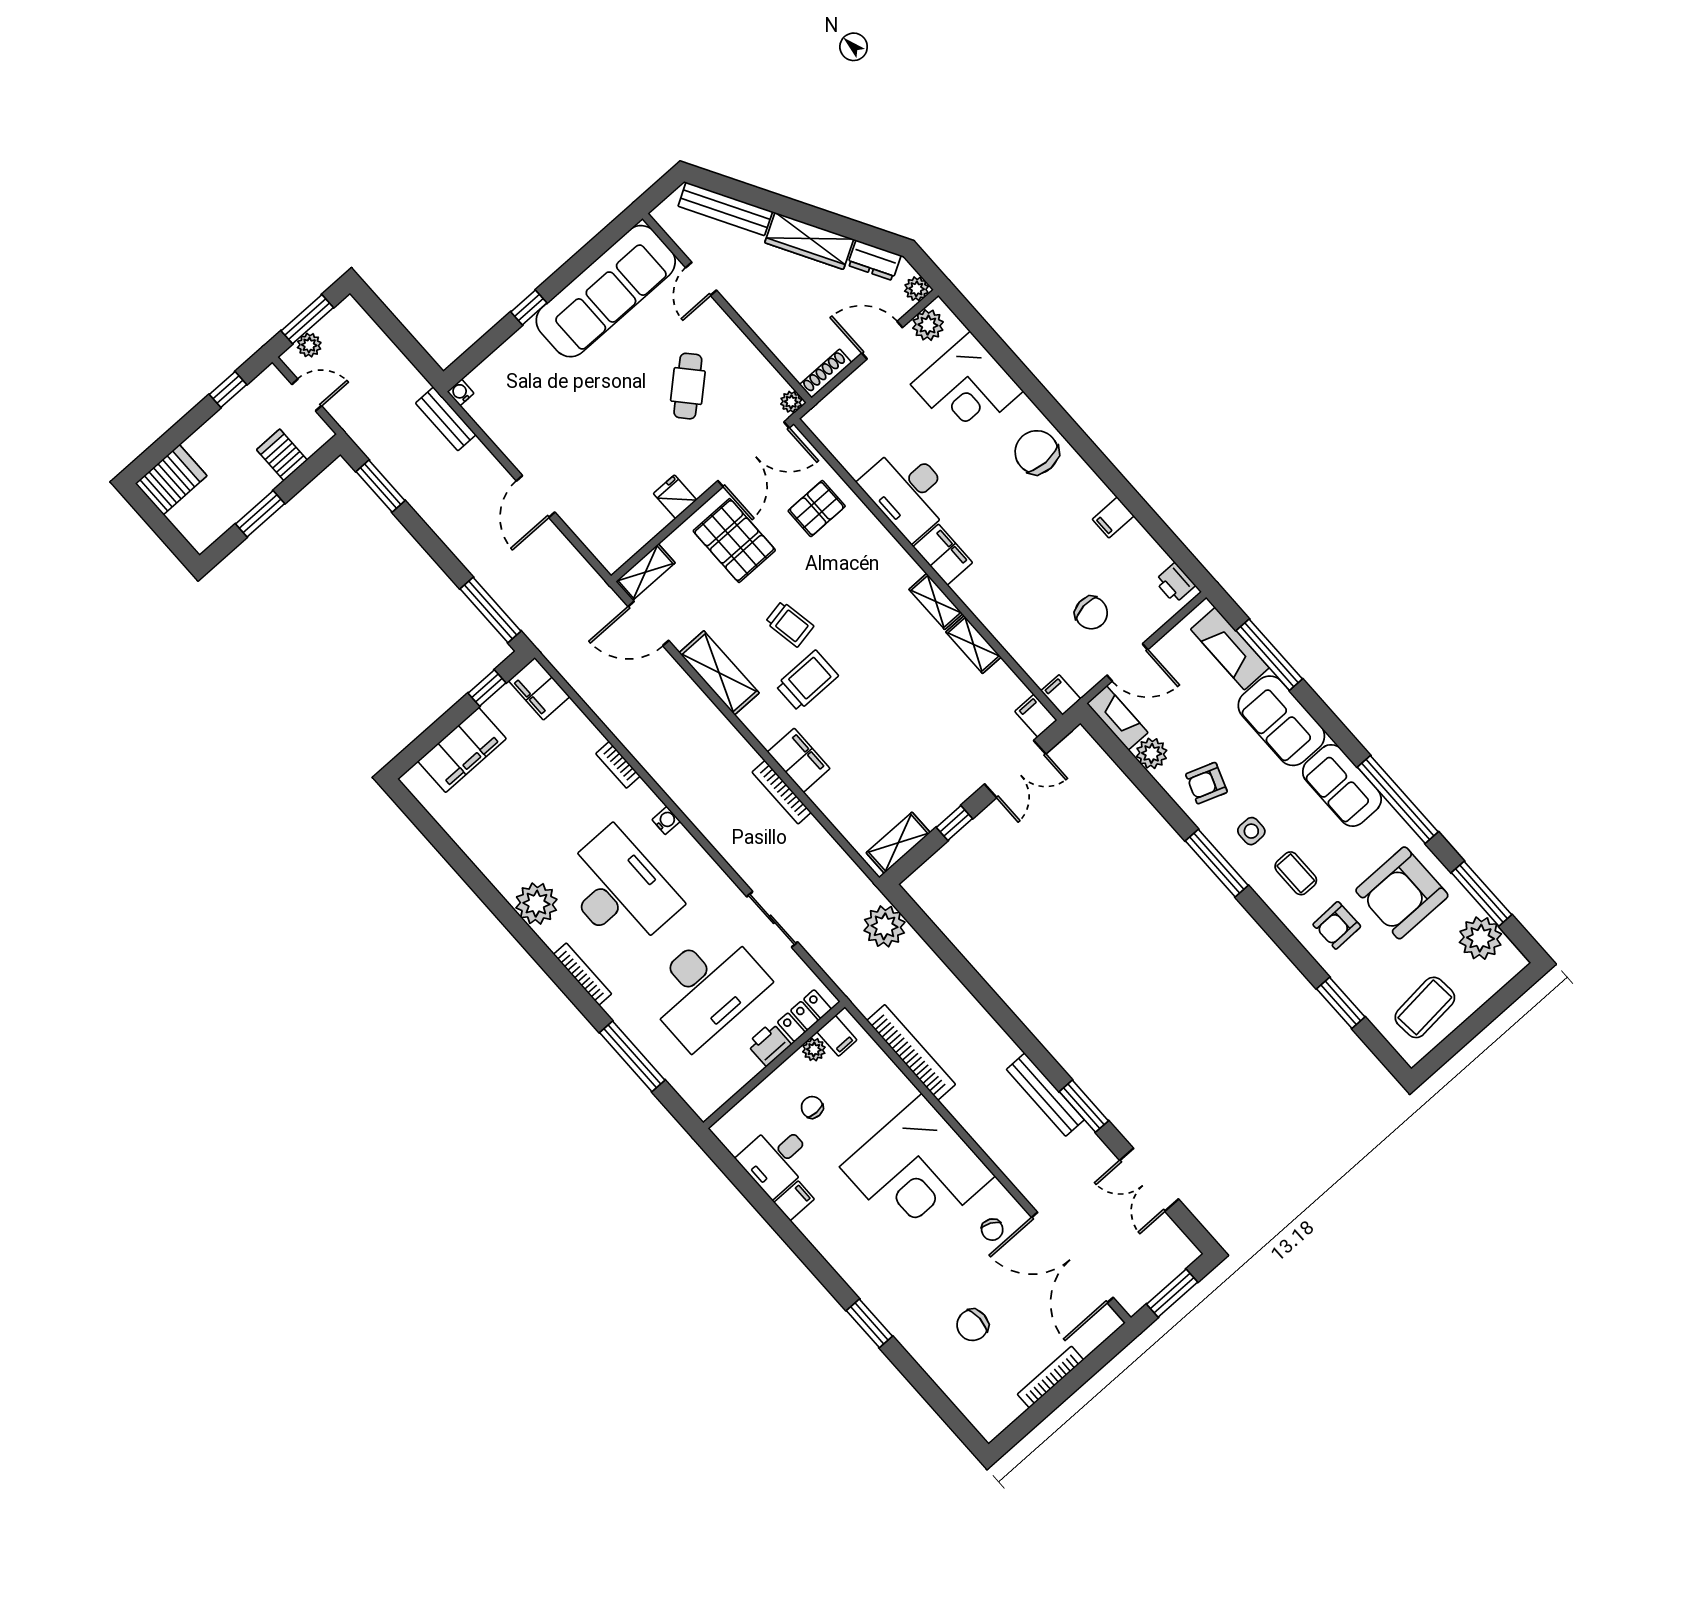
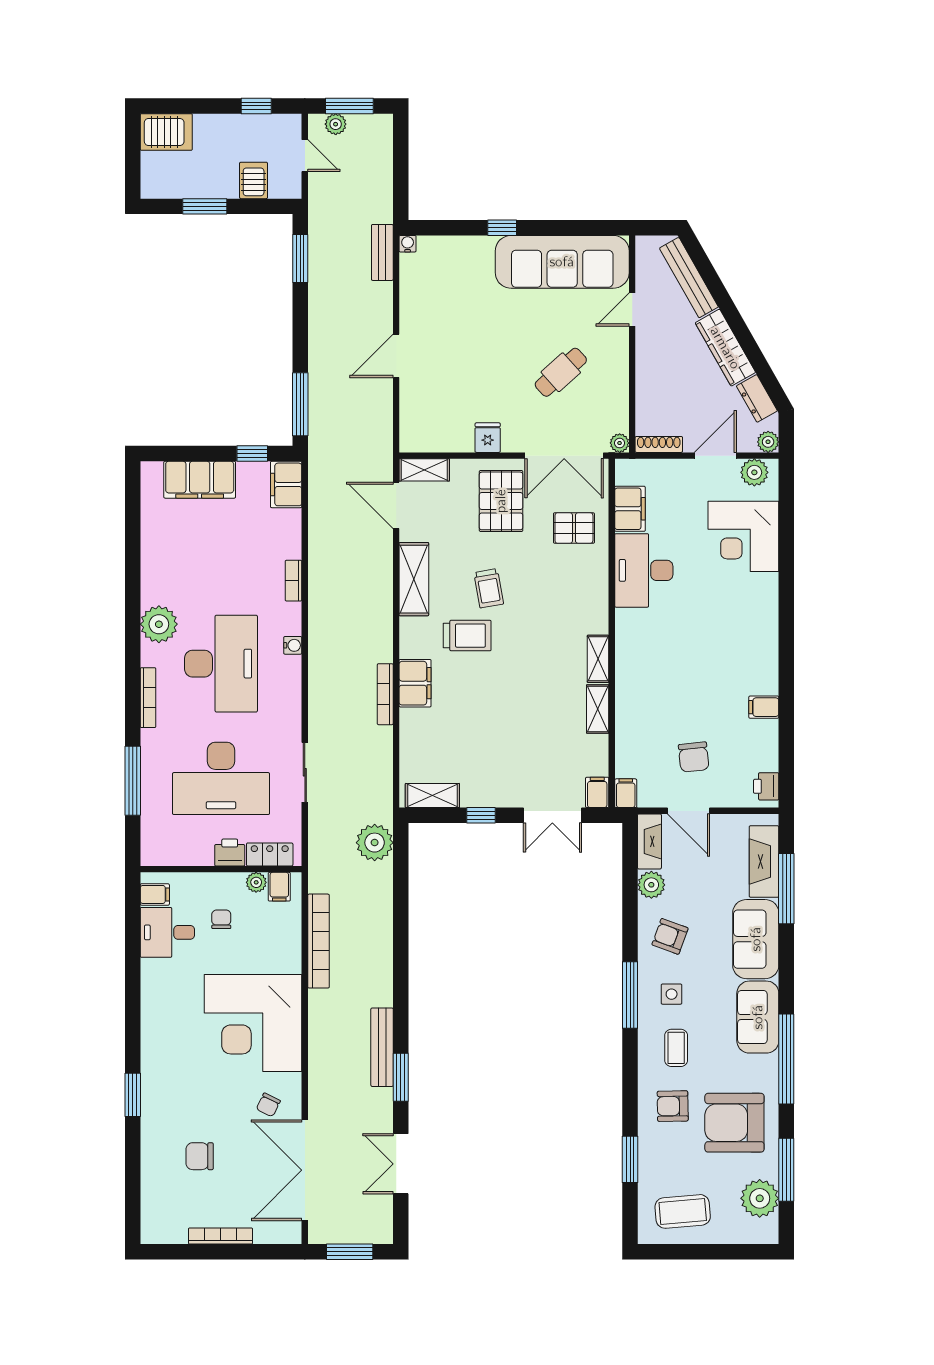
door: (882, 340) -> (715, 456), hinge flipped
chair: (1037, 452) -> (752, 619), removed
filing cabinet: (943, 555) -> (630, 509), moved
filing cabinet: (794, 1201) -> (155, 894), moved

